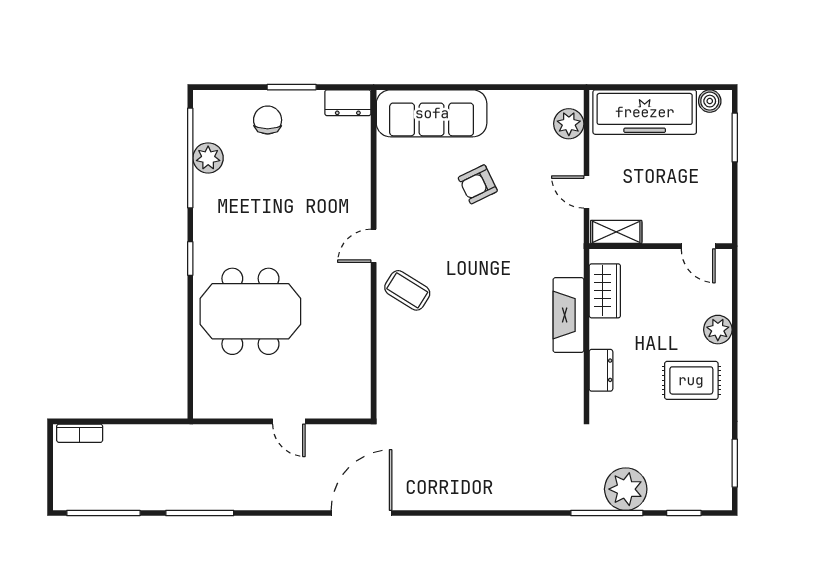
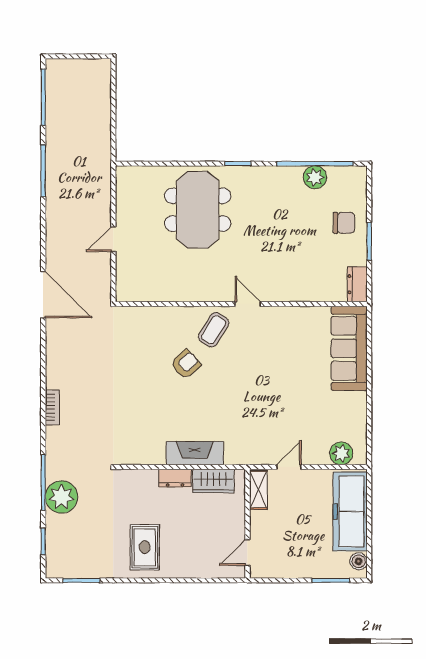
armchair: (478, 184) -> (186, 364), moved, turned 74
plant: (718, 330) -> (184, 567), removed
dresser: (601, 370) -> (175, 478), moved
bookcase: (80, 433) -> (52, 407), moved, turned 180

